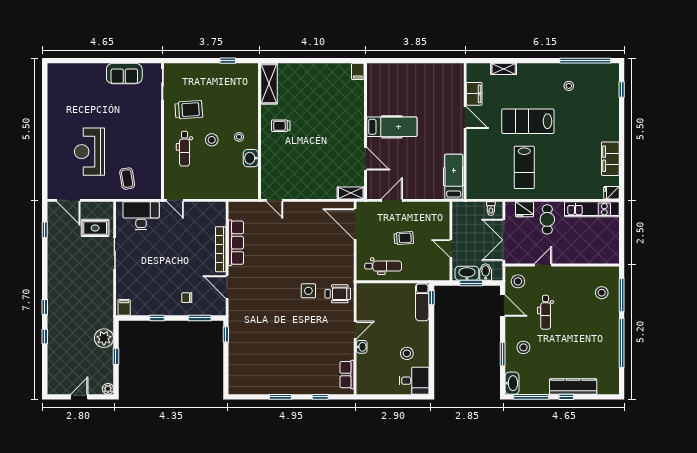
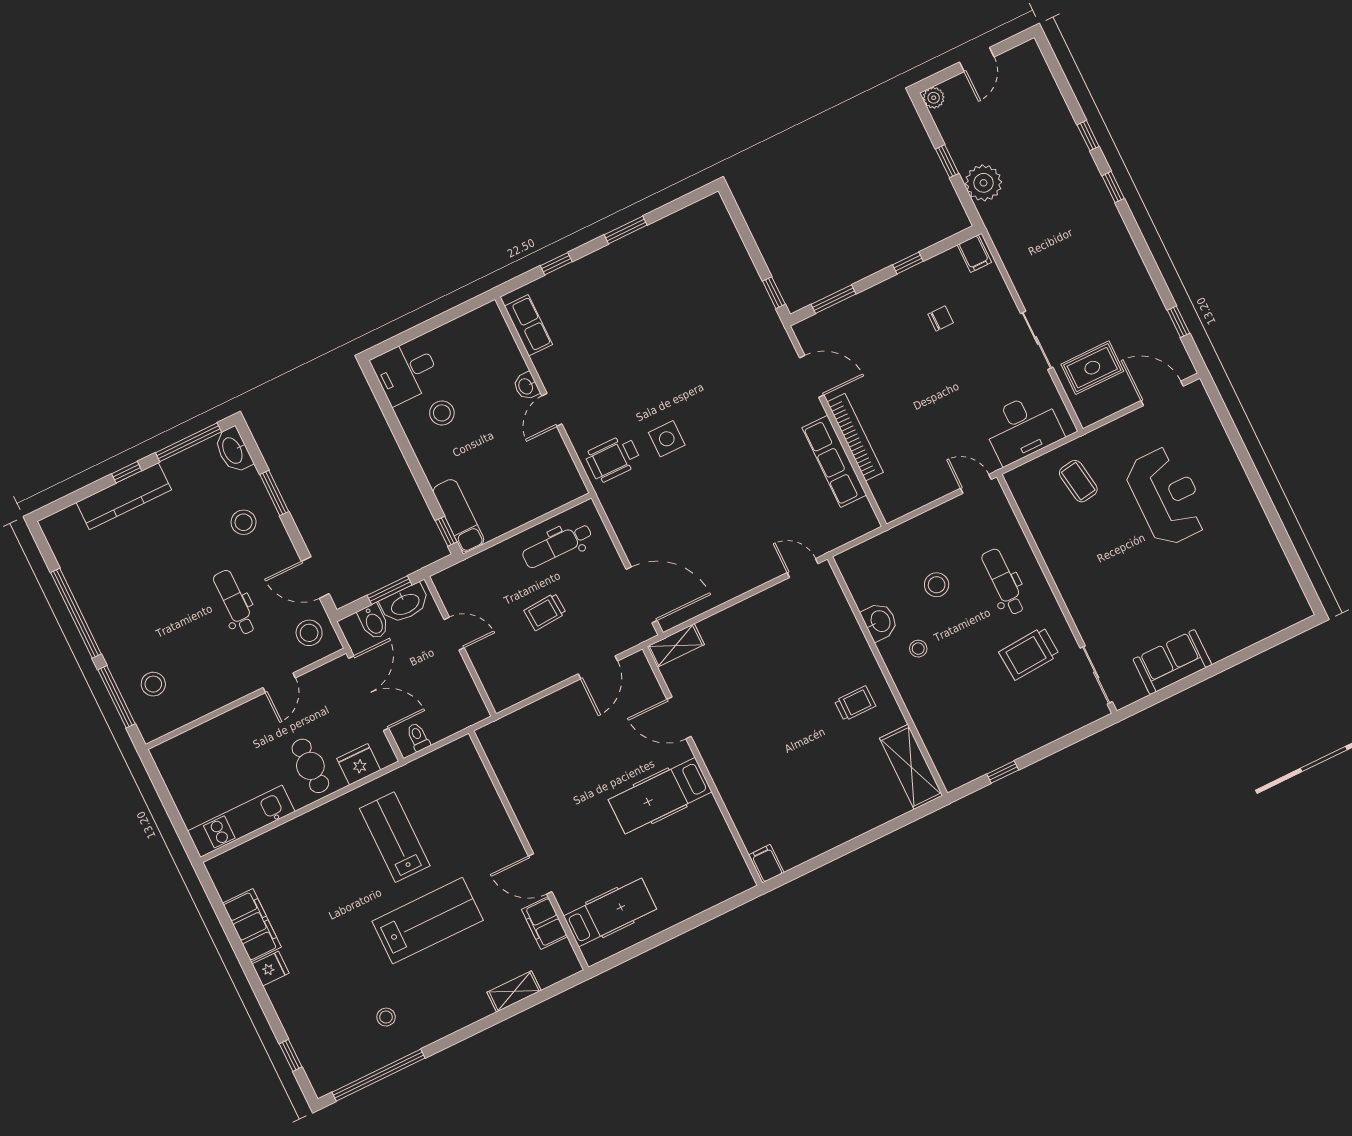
stool: (212, 140) -> (937, 585), moved
hospital bed: (454, 177) -> (610, 912), moved, turned -90
fridge: (611, 193) -> (270, 969), moved
chair: (187, 298) -> (941, 318), moved

